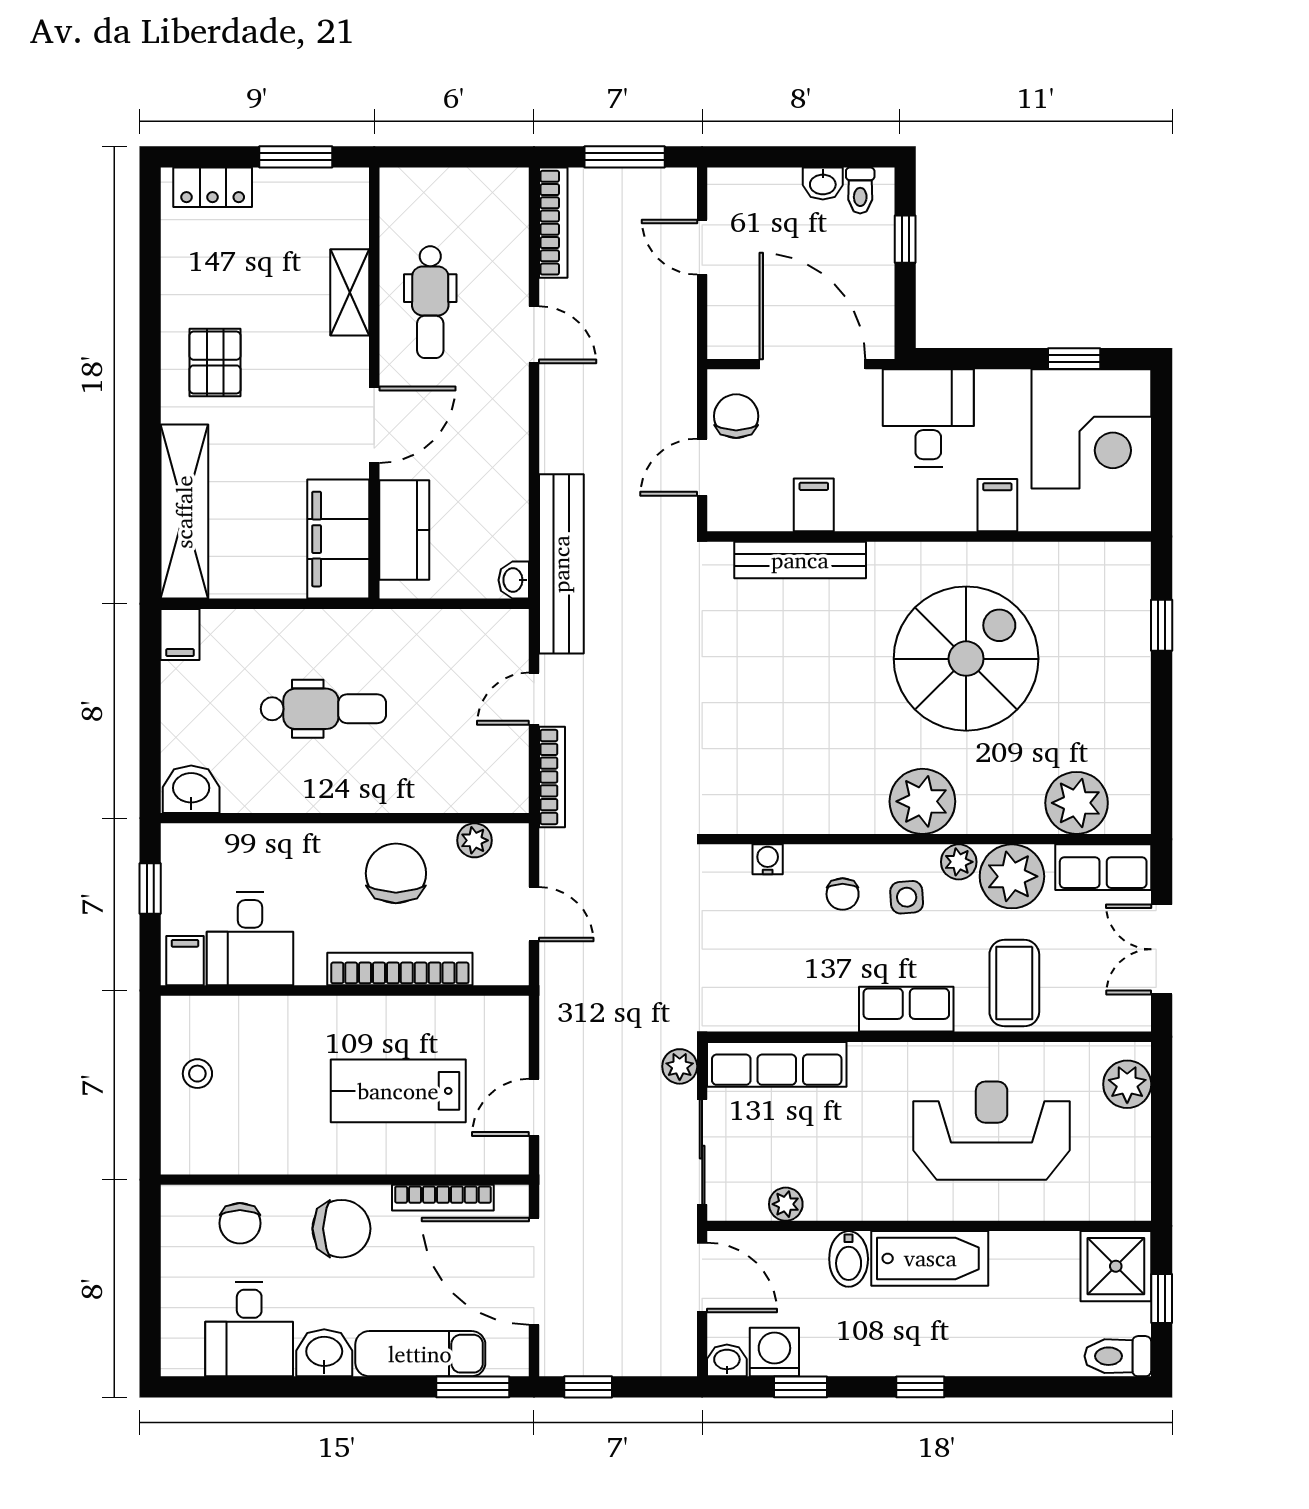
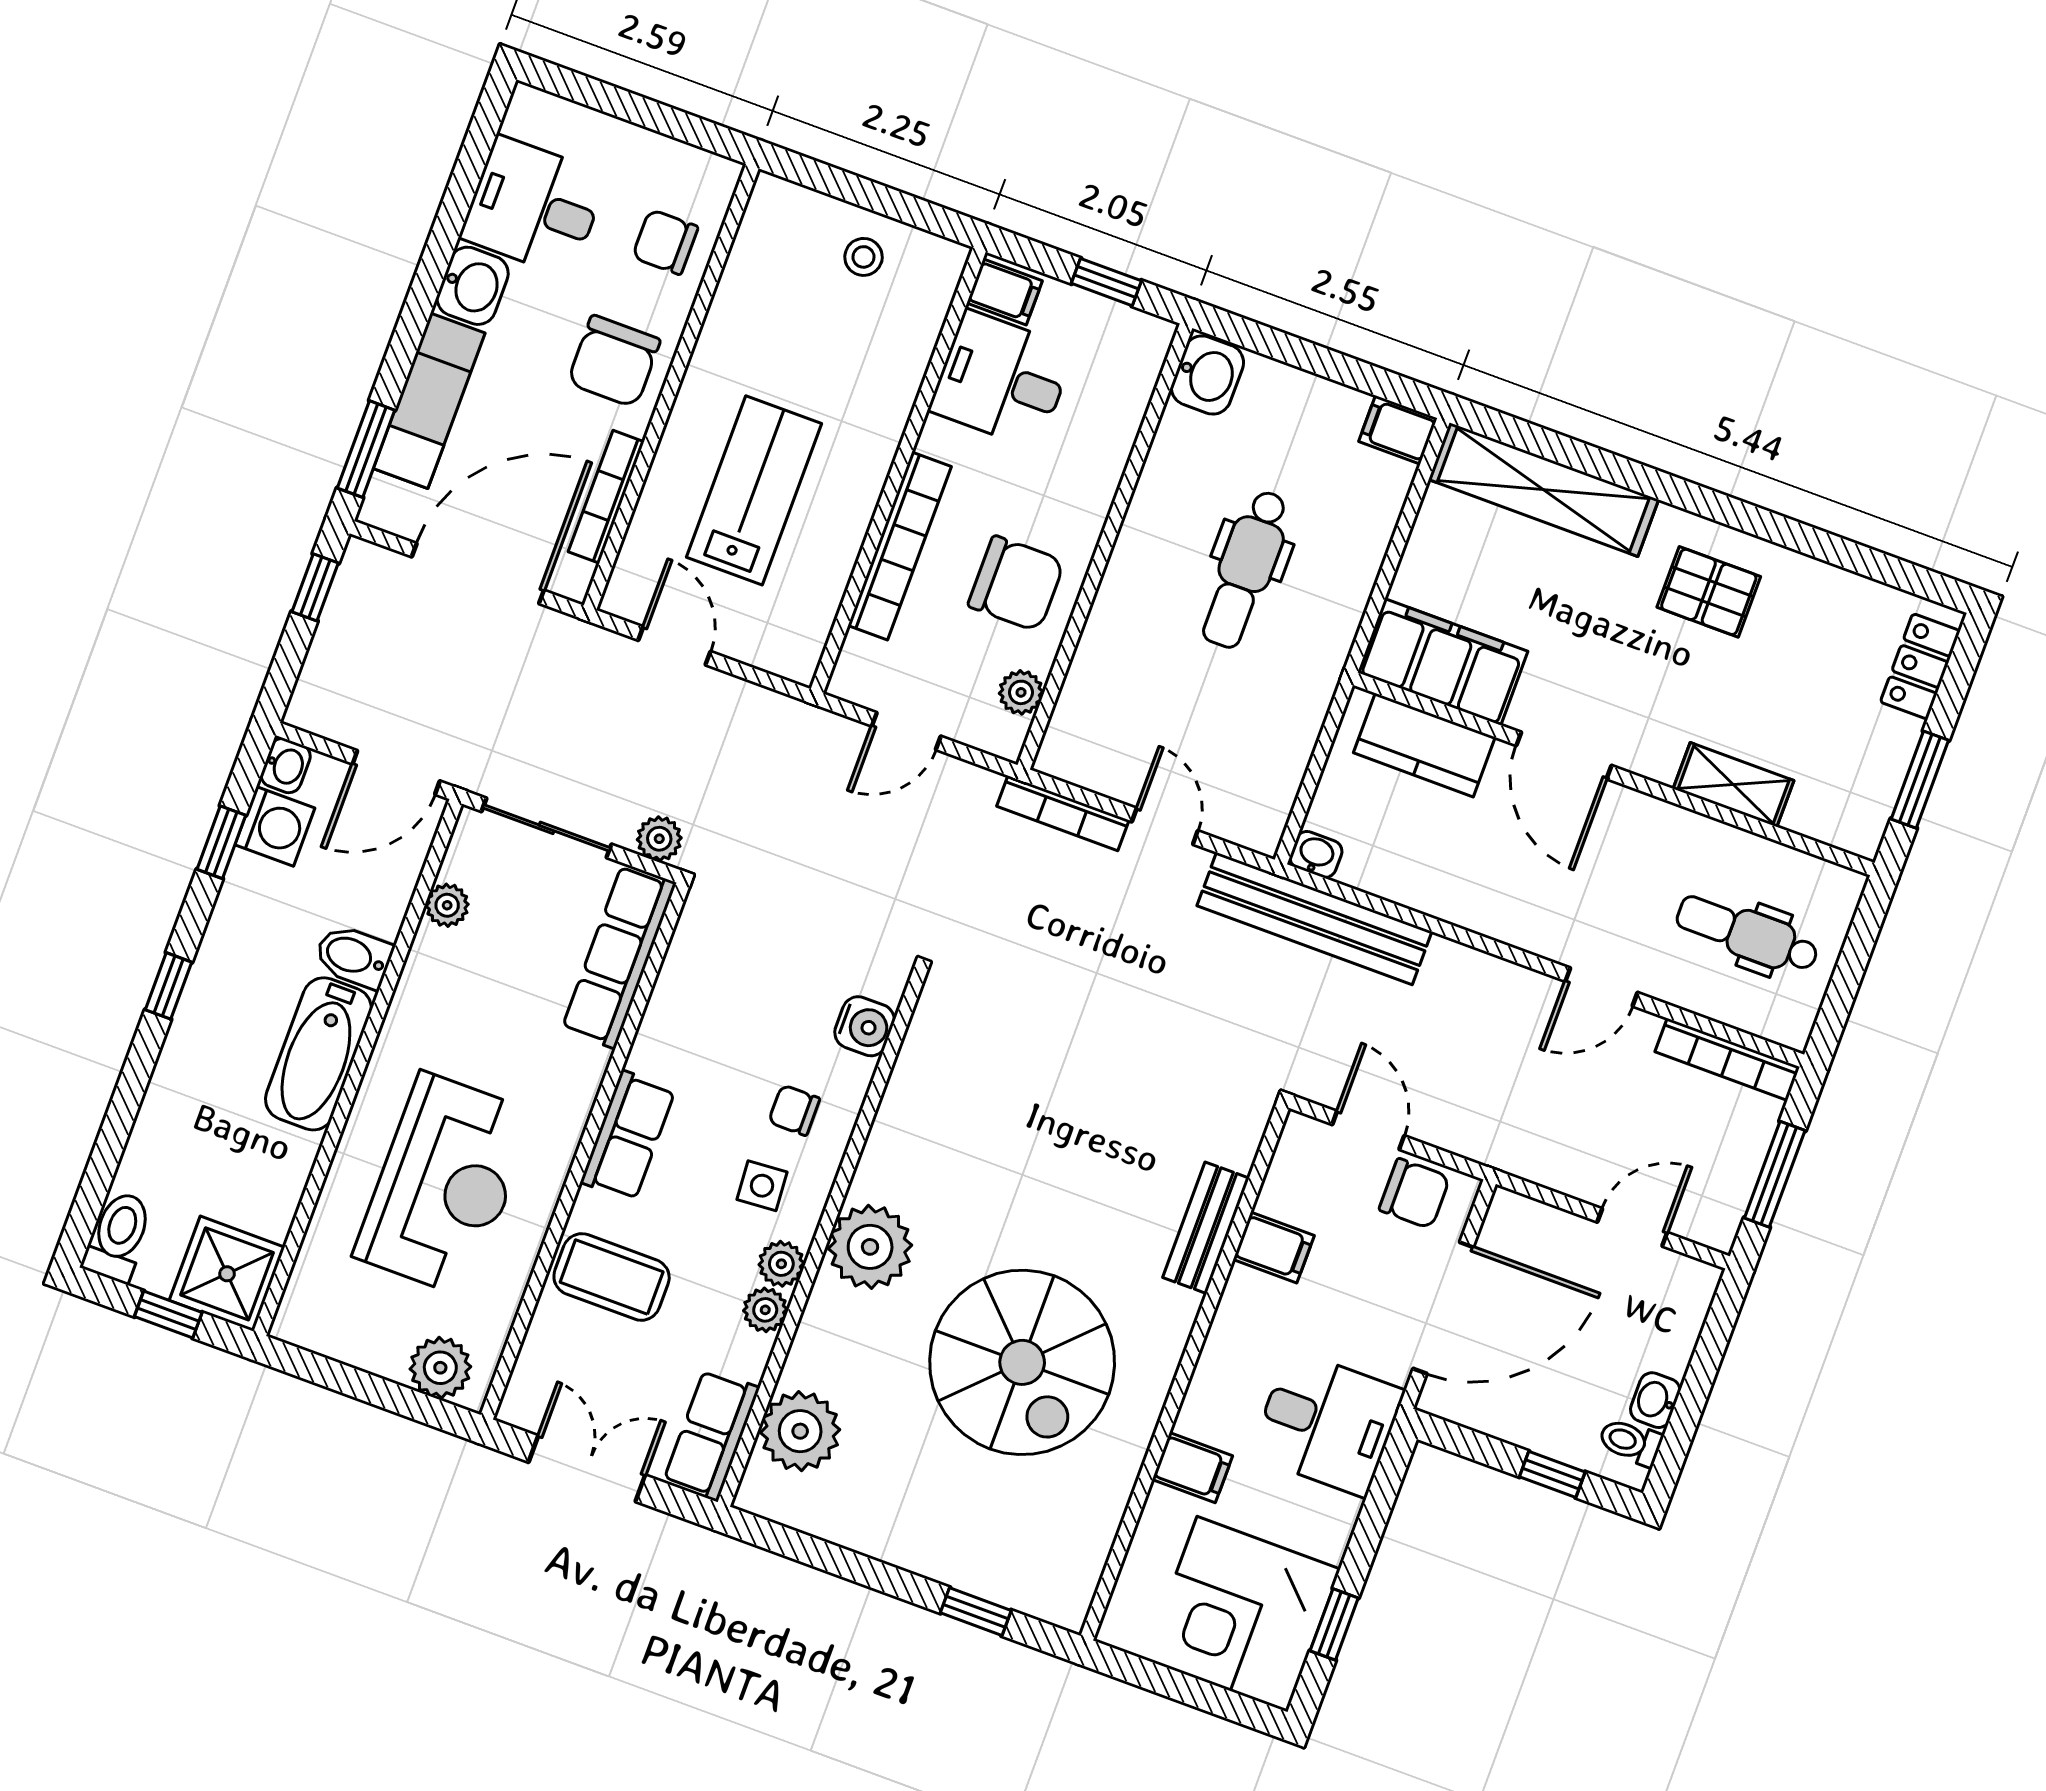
dental chair: (430, 302) -> (1747, 934), moved
bench: (800, 560) -> (1206, 1228), width x0.73
water cooler: (768, 859) -> (865, 1026), width x1.38, depth x1.38
plant: (1012, 876) -> (765, 1310), width x0.53, depth x0.53

